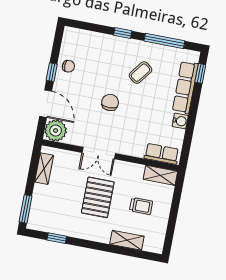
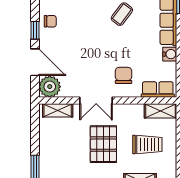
chair: (110, 102) -> (124, 75), moved
shelving: (44, 169) -> (58, 110), moved, turned 90
trolley: (141, 206) -> (147, 144), width x1.36, depth x1.39

